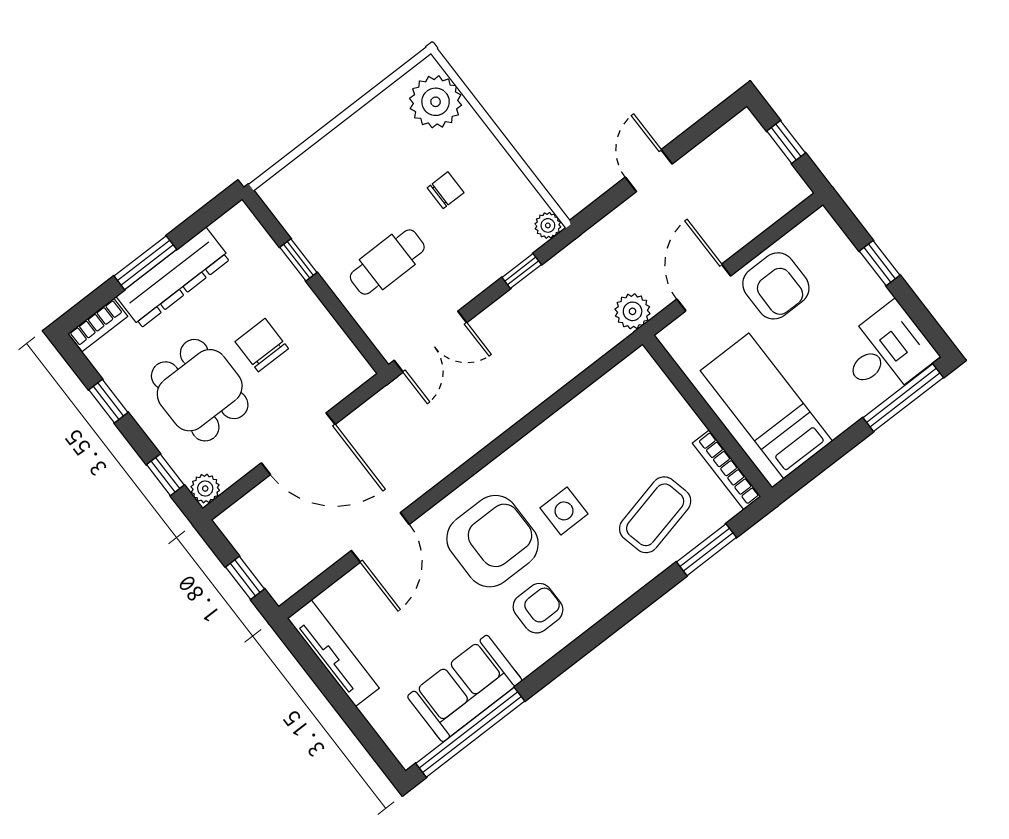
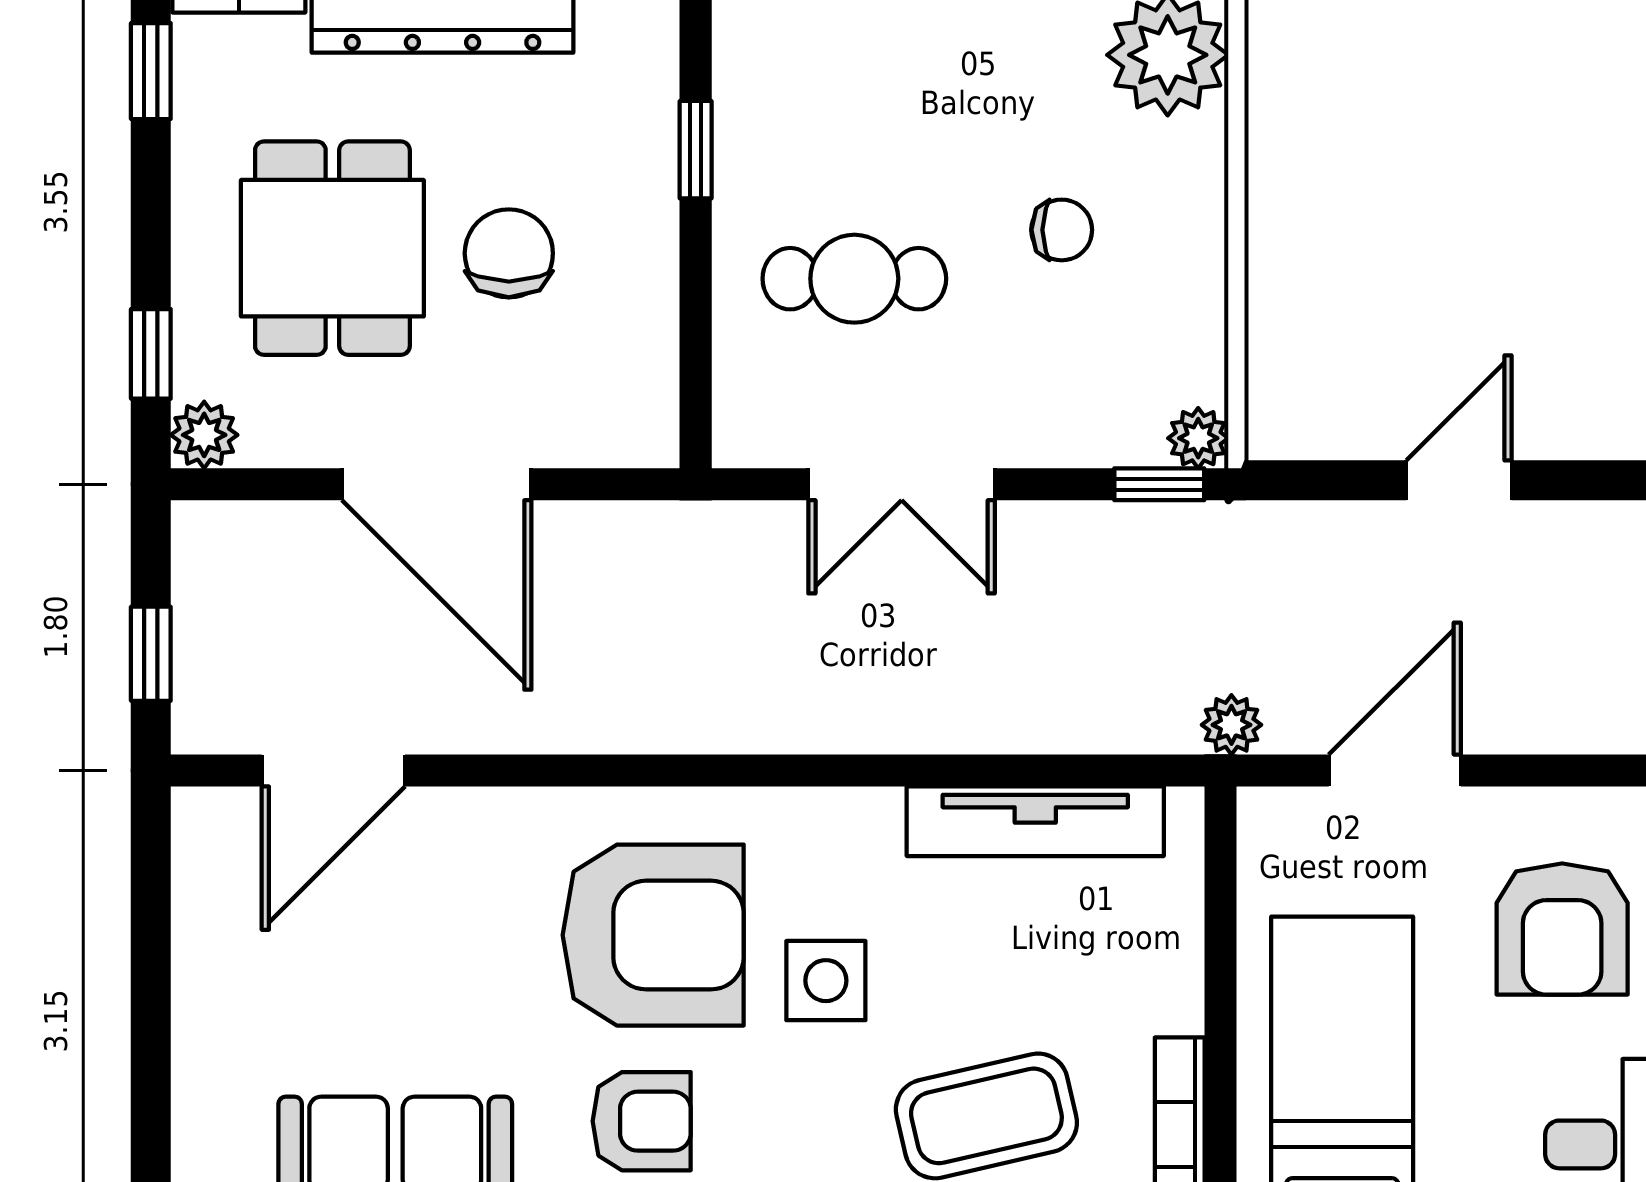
window: (522, 271) -> (1159, 484), moved
armchair: (776, 286) -> (1562, 929), moved
plant: (633, 311) -> (1231, 725), width x0.73, depth x0.73
double door: (430, 342) -> (902, 484), moved
window: (108, 401) -> (151, 71), moved
door: (380, 537) -> (333, 771), moved
tv unit: (333, 653) -> (1035, 821), moved, turned 90

